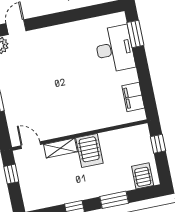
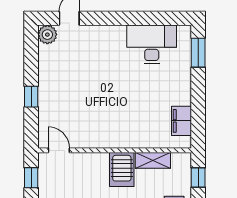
desk: (115, 49) -> (152, 44), moved, turned -90
shelving: (60, 148) -> (153, 160), moved

